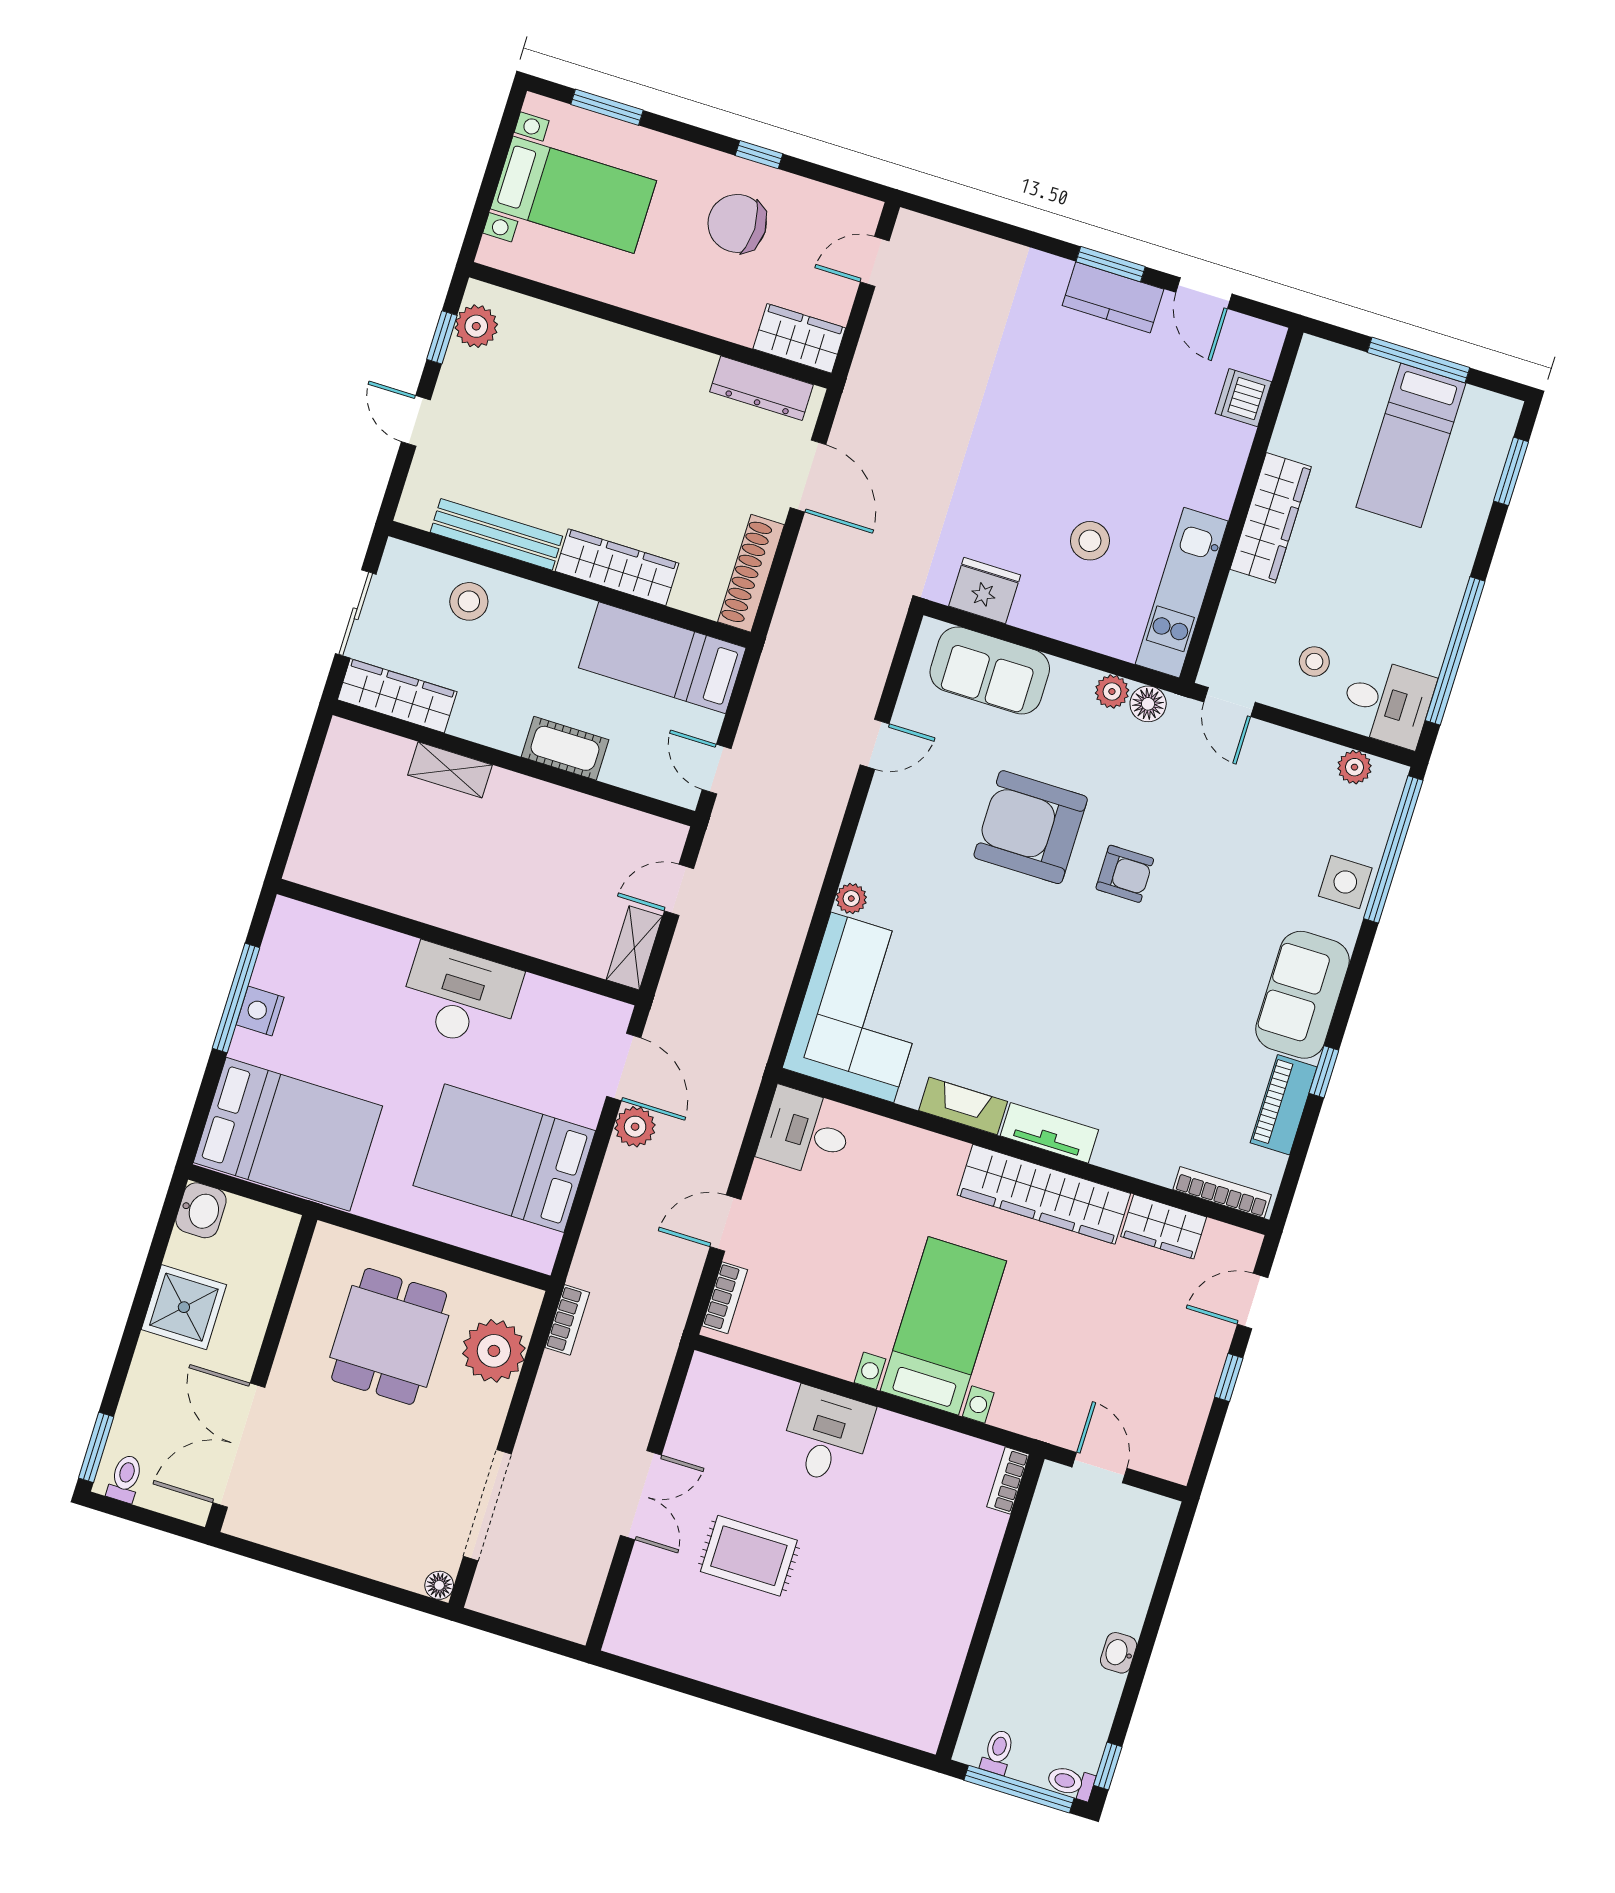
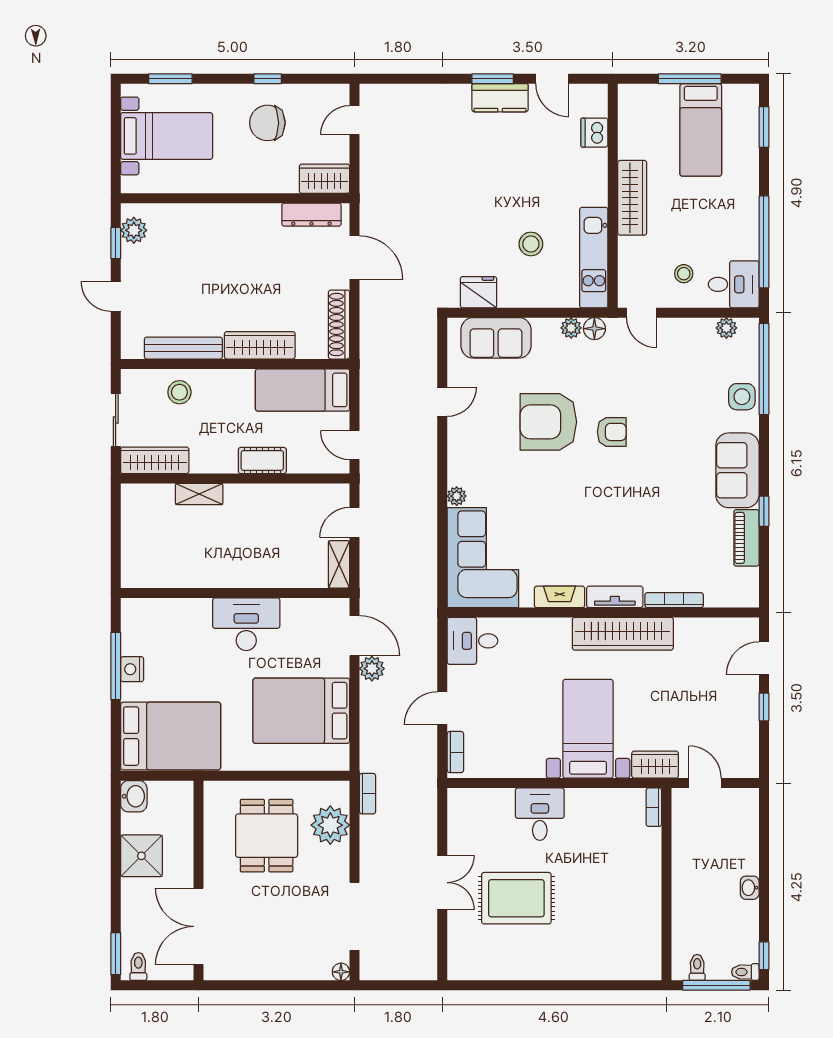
bookcase: (1222, 1192) -> (674, 600), moved
wardrobe: (1164, 1227) -> (655, 765), moved, turned 180
rug: (749, 1556) -> (516, 898), width x1.36, depth x1.43

